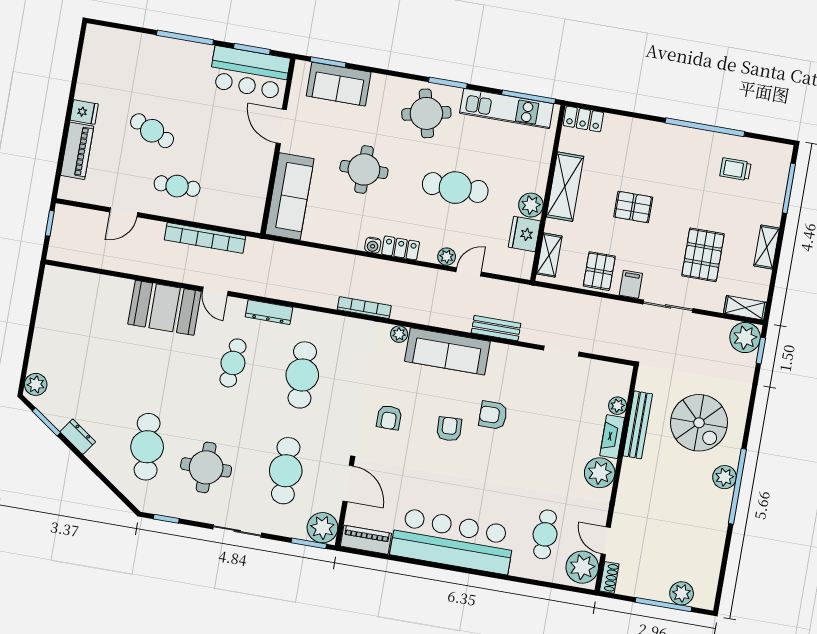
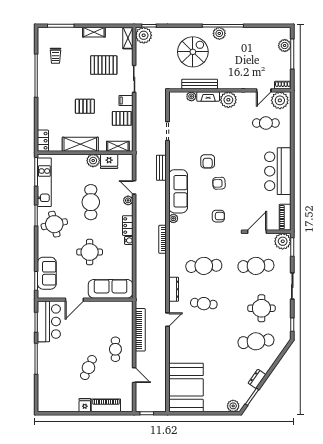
pallet: (633, 207) -> (85, 106), turned 90
booth: (165, 308) -> (186, 387), moved, width x1.36, depth x1.42
bar counter: (453, 541) -> (278, 171), width x0.73

